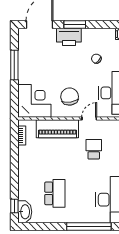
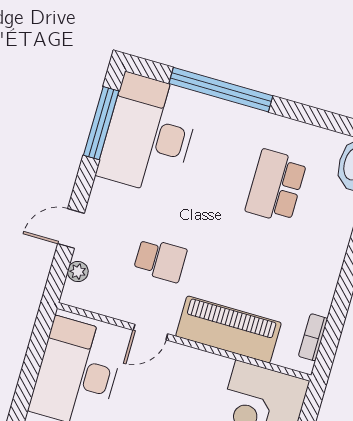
chair: (70, 97) -> (181, 394), removed
school desk: (94, 149) -> (160, 260), turned -90

